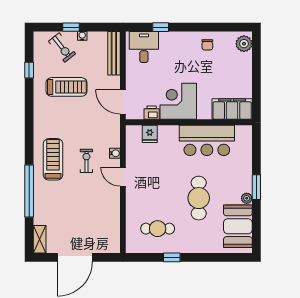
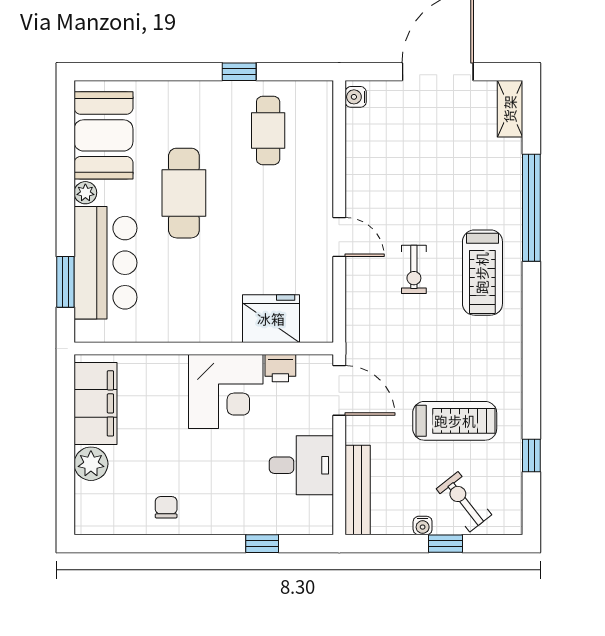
plant: (244, 44) -> (91, 464), moved
desk: (144, 47) -> (301, 465), moved, turned -90
treadmill: (67, 87) -> (455, 421), turned 180
filing cabinet: (232, 109) -> (96, 403), moved, turned -90
fridge: (150, 134) -> (271, 319), width x1.88, depth x1.34
bar counter: (207, 140) -> (106, 263), moved, turned 90
water cooler: (115, 153) -> (356, 97), moved
window: (256, 187) -> (65, 282), moved
cafe table: (158, 229) -> (268, 131), turned 90

